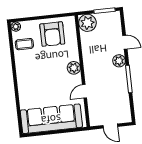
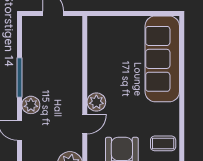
door: (84, 91) -> (85, 124), moved
sofa: (51, 119) -> (162, 59), moved, turned 90

